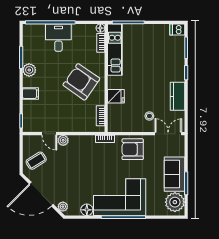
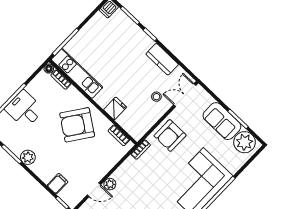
filing cabinet: (31, 94) -> (57, 184), moved

